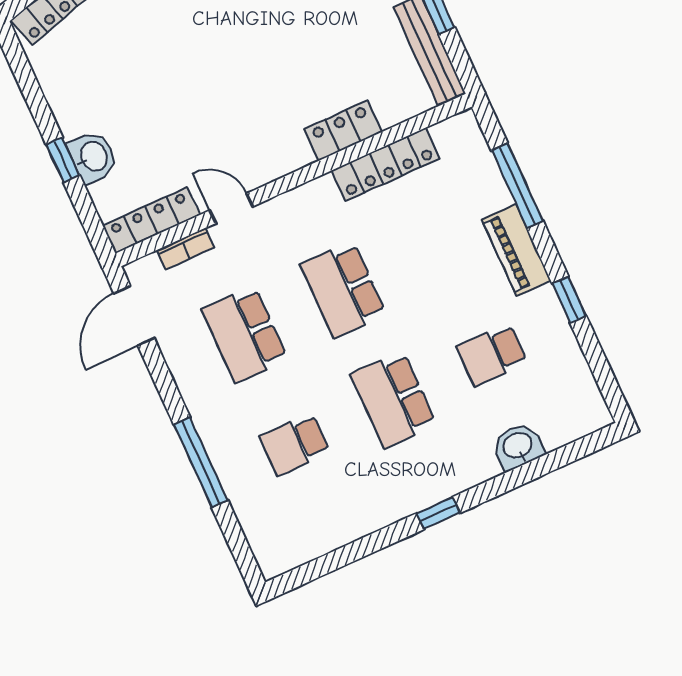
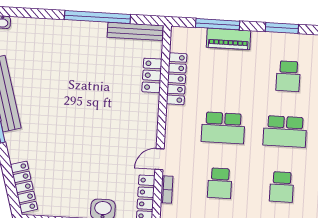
locker: (343, 131) -> (152, 75), moved
piano: (516, 250) -> (228, 39), moved
window: (569, 300) -> (282, 28), width x1.50
school desk: (245, 334) -> (220, 183), width x0.54

